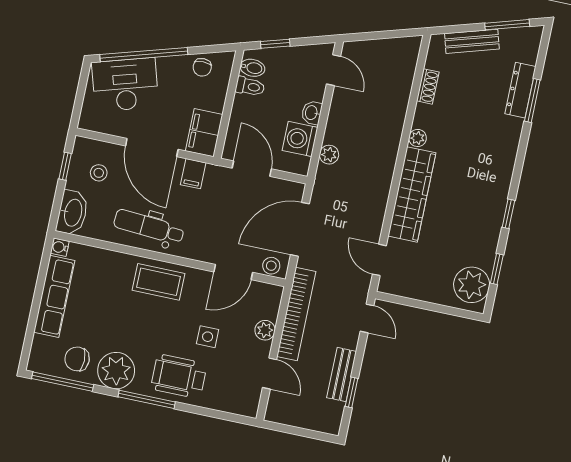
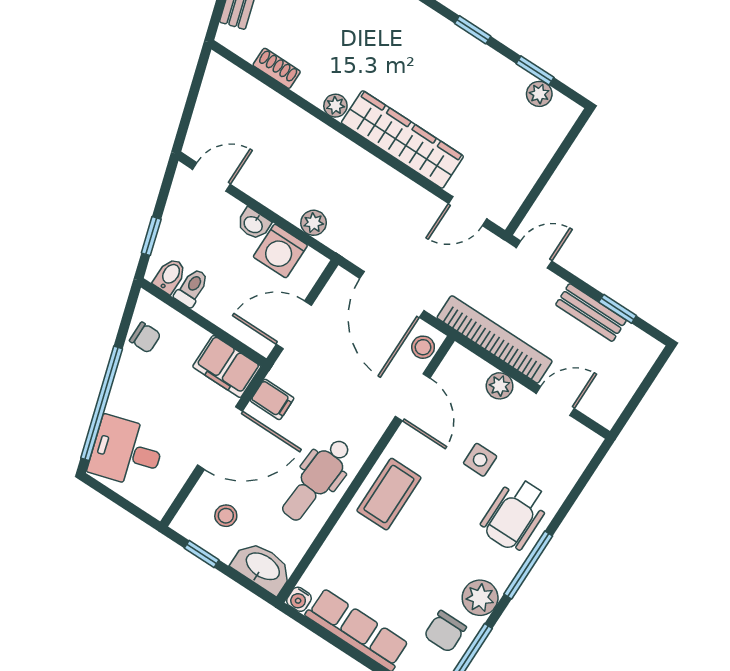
desk: (125, 85) -> (127, 452), width x0.73
plant: (472, 285) -> (539, 94), width x0.53, depth x0.53
plant: (116, 371) -> (480, 598), width x0.73, depth x0.73

